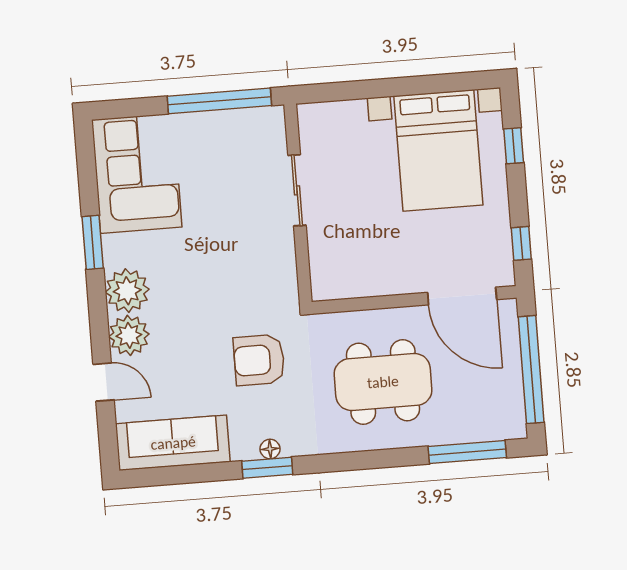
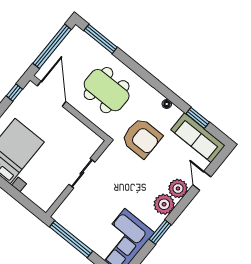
sliding door: (297, 190) -> (82, 173), moved
armchair: (259, 360) -> (142, 138), width x1.36, depth x1.36
window: (267, 468) -> (198, 118), moved

